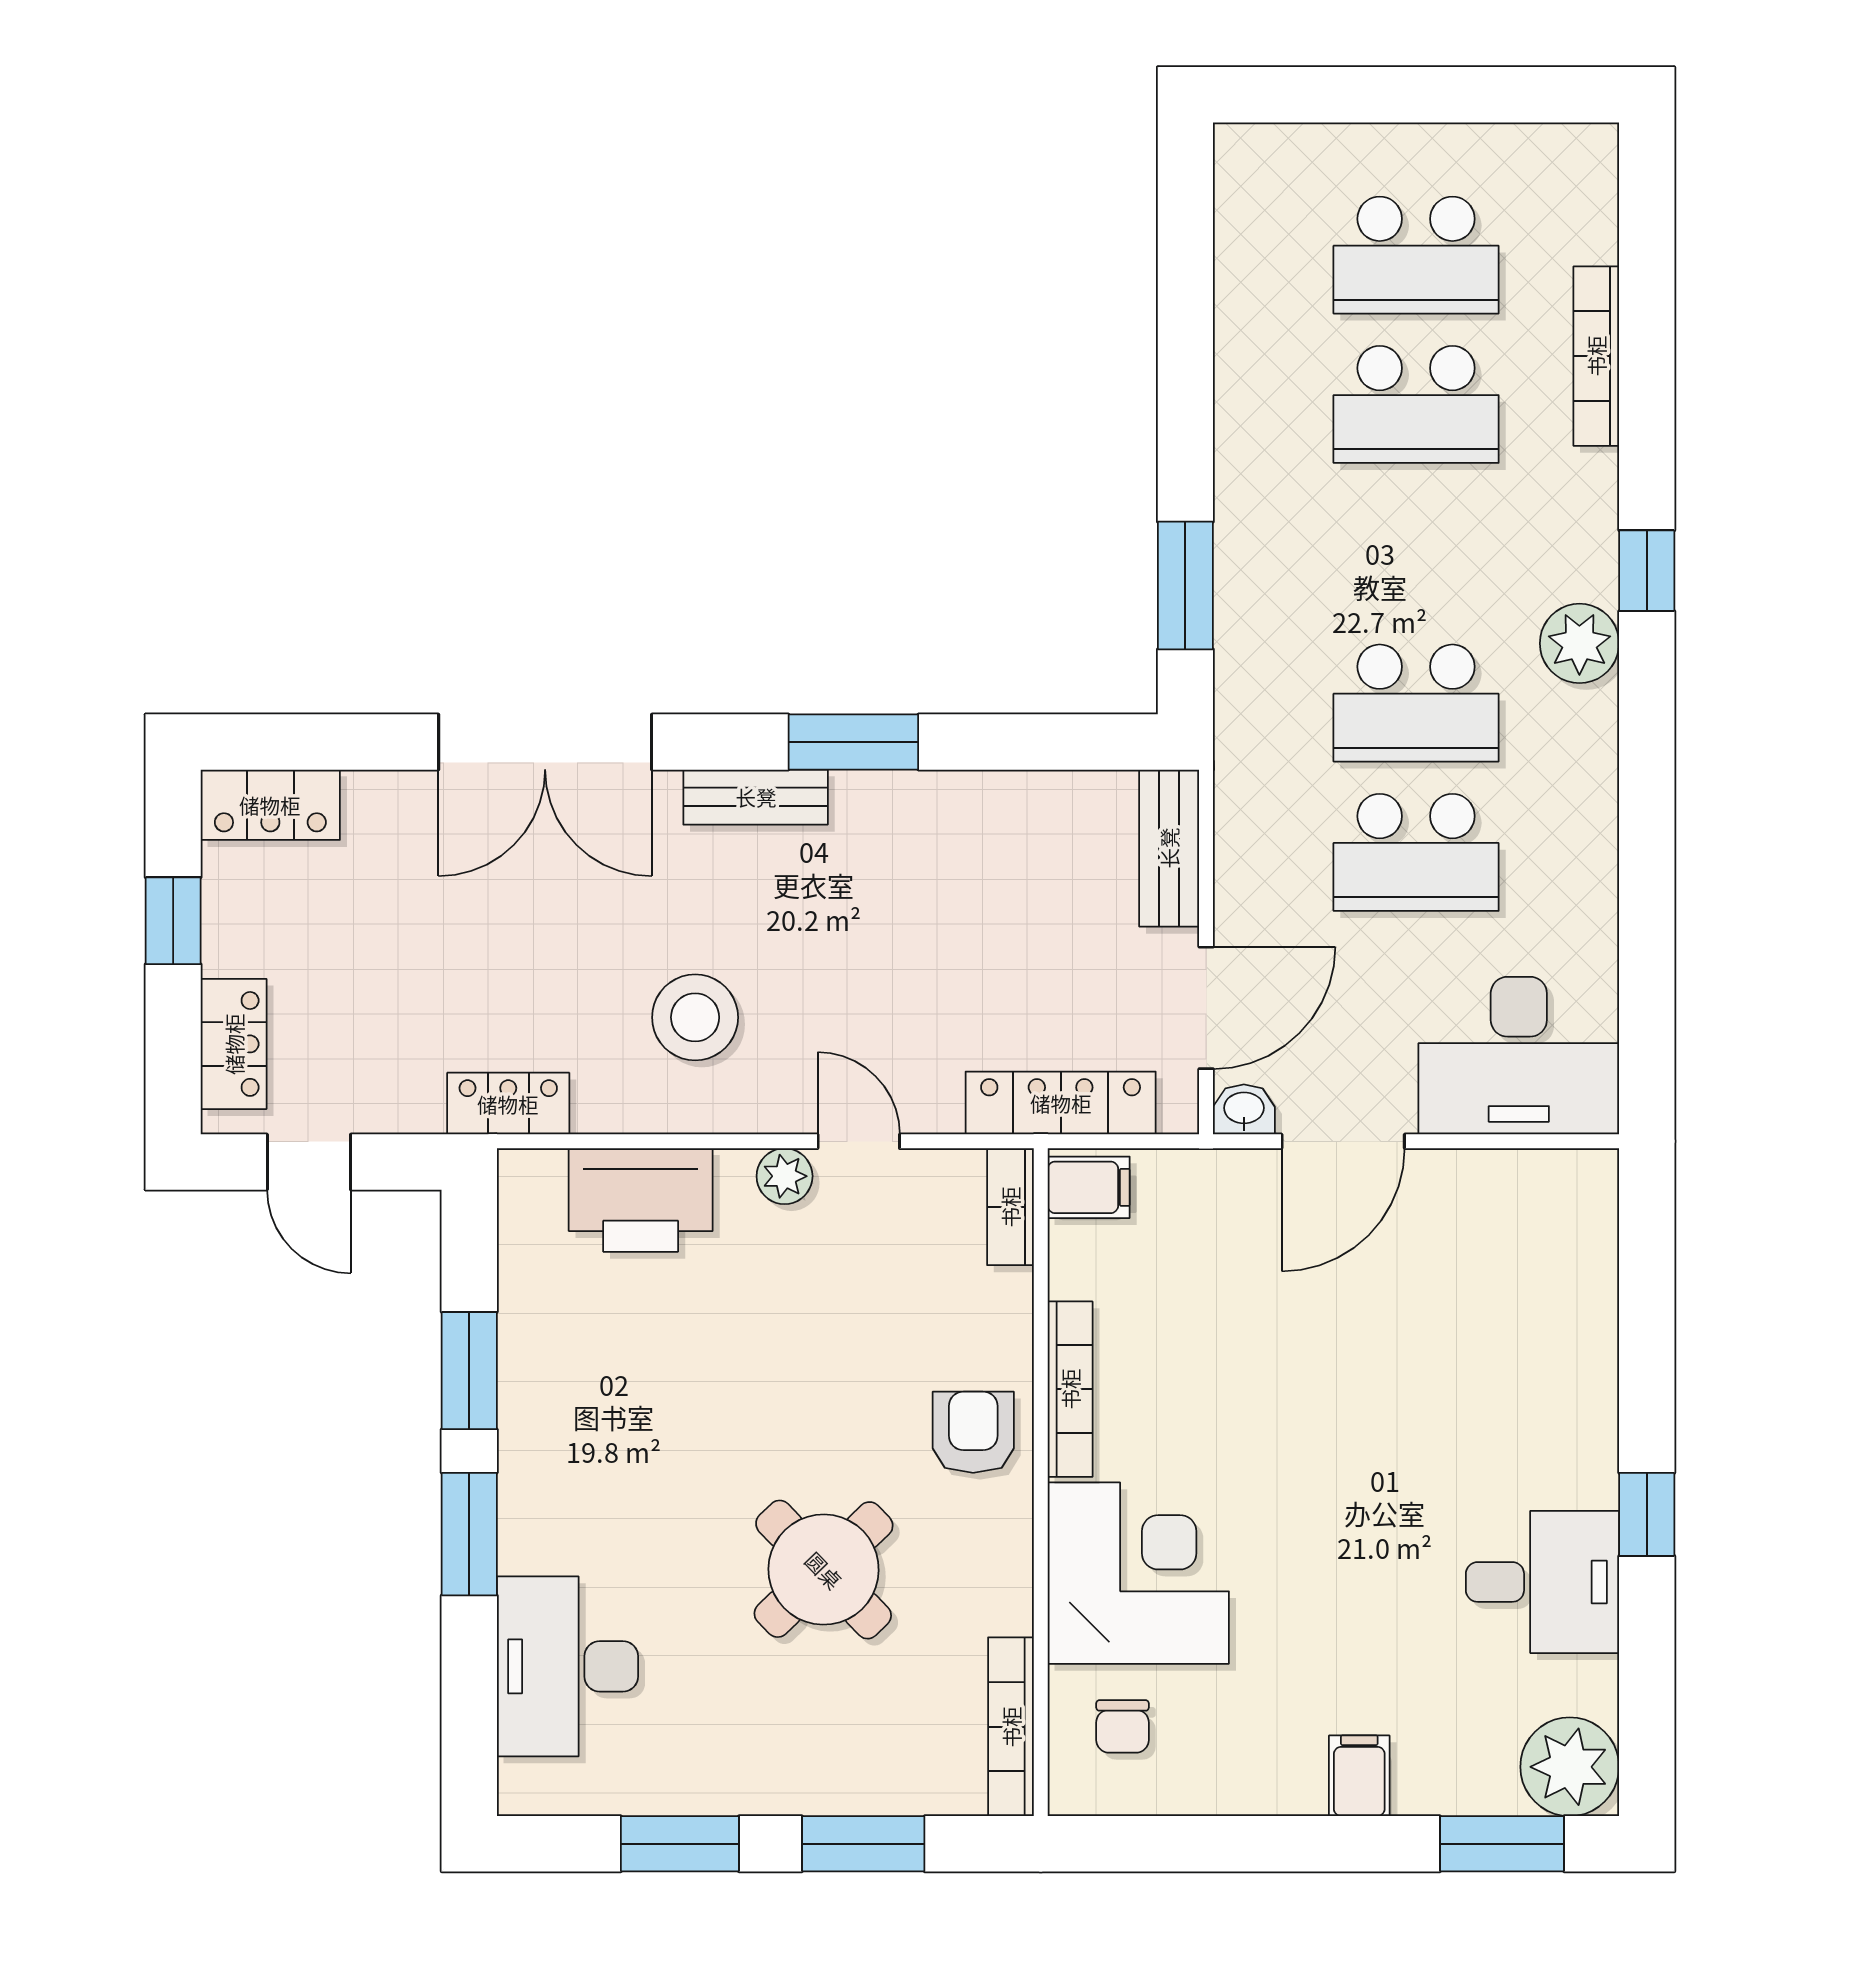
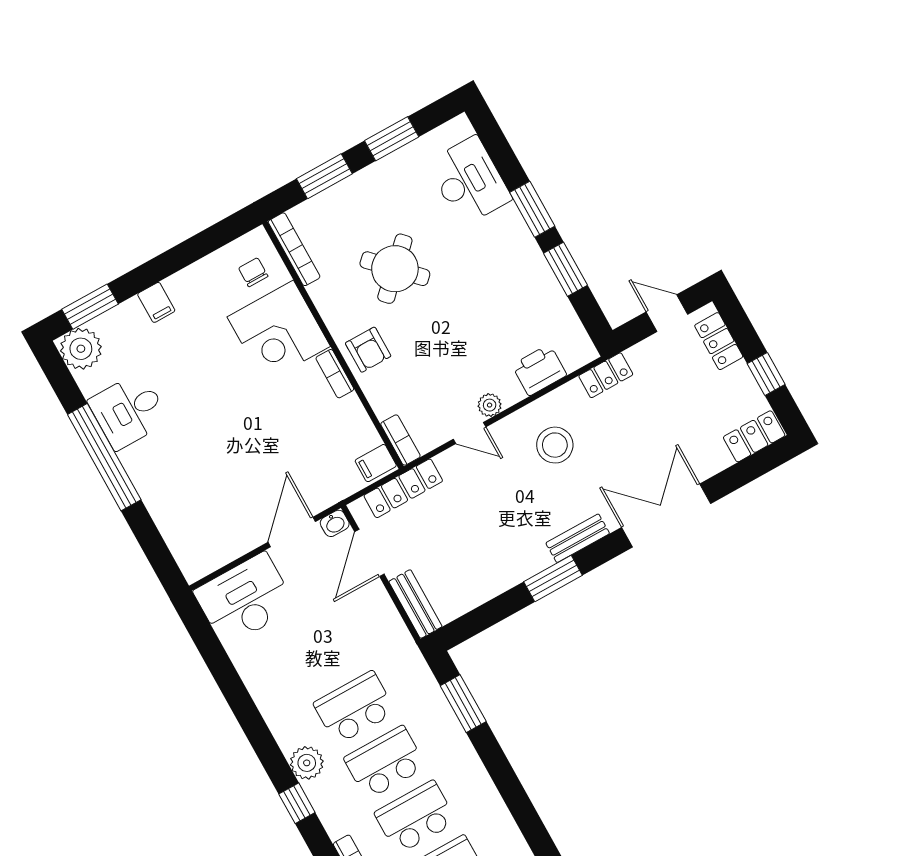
school desk: (1416, 852) -> (385, 762), moved
printer: (641, 1200) -> (539, 370), width x0.73, depth x0.84
bookcase: (1070, 1389) -> (335, 374), width x0.64
window: (1647, 1514) -> (104, 457), width x3.17

